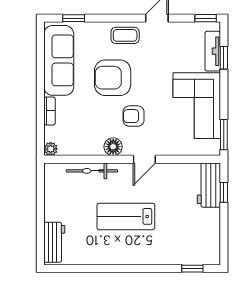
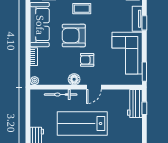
lab bench: (126, 216) -> (82, 123), width x1.36, depth x1.39

